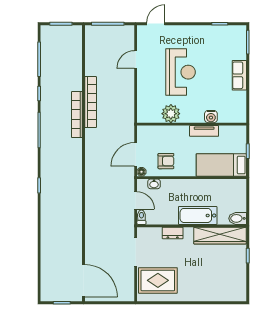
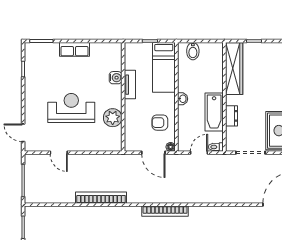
bookcase: (77, 115) -> (165, 211), moved
armchair: (166, 161) -> (160, 123), turned -90
washbasin: (154, 184) -> (183, 99), moved
bathtub: (198, 215) -> (214, 112), moved
bidet: (238, 218) -> (193, 51), moved

